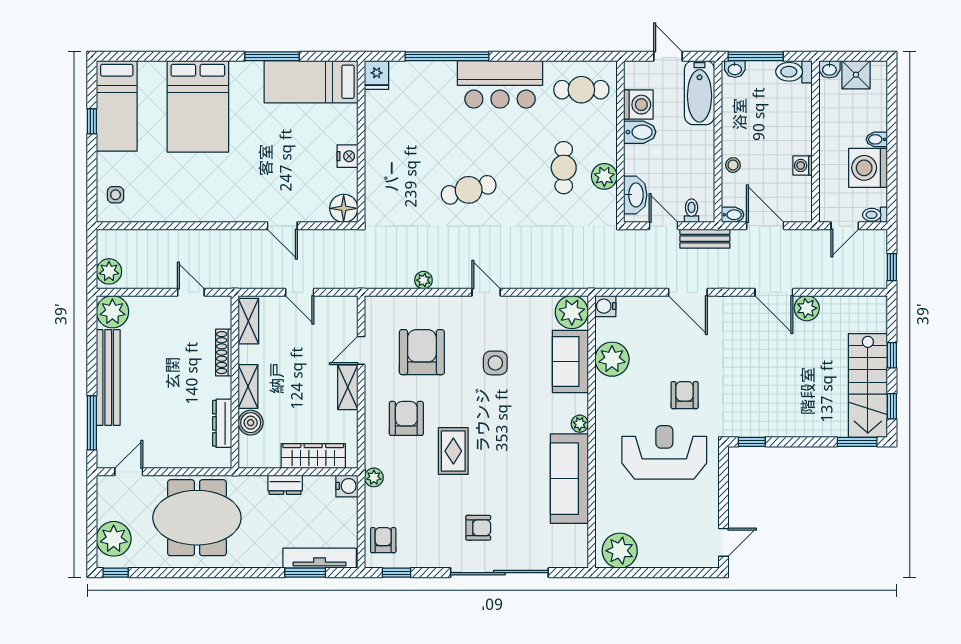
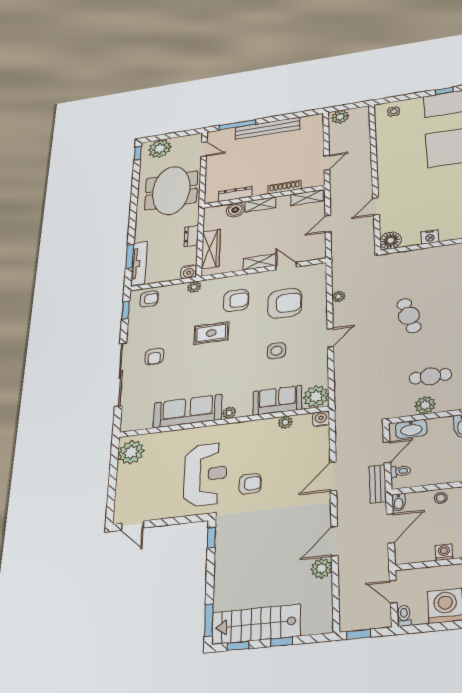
plant: (112, 312) -> (312, 123), removed
plant: (612, 359) -> (285, 422), width x0.53, depth x0.53

